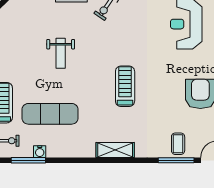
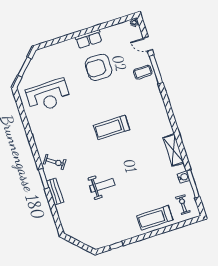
exercise mat: (50, 114) -> (152, 179), removed
shelving: (115, 150) -> (173, 150), moved

